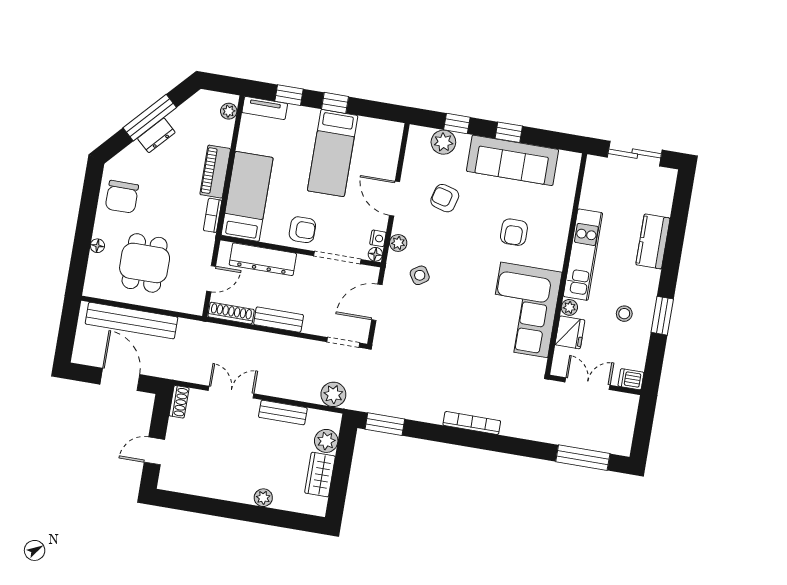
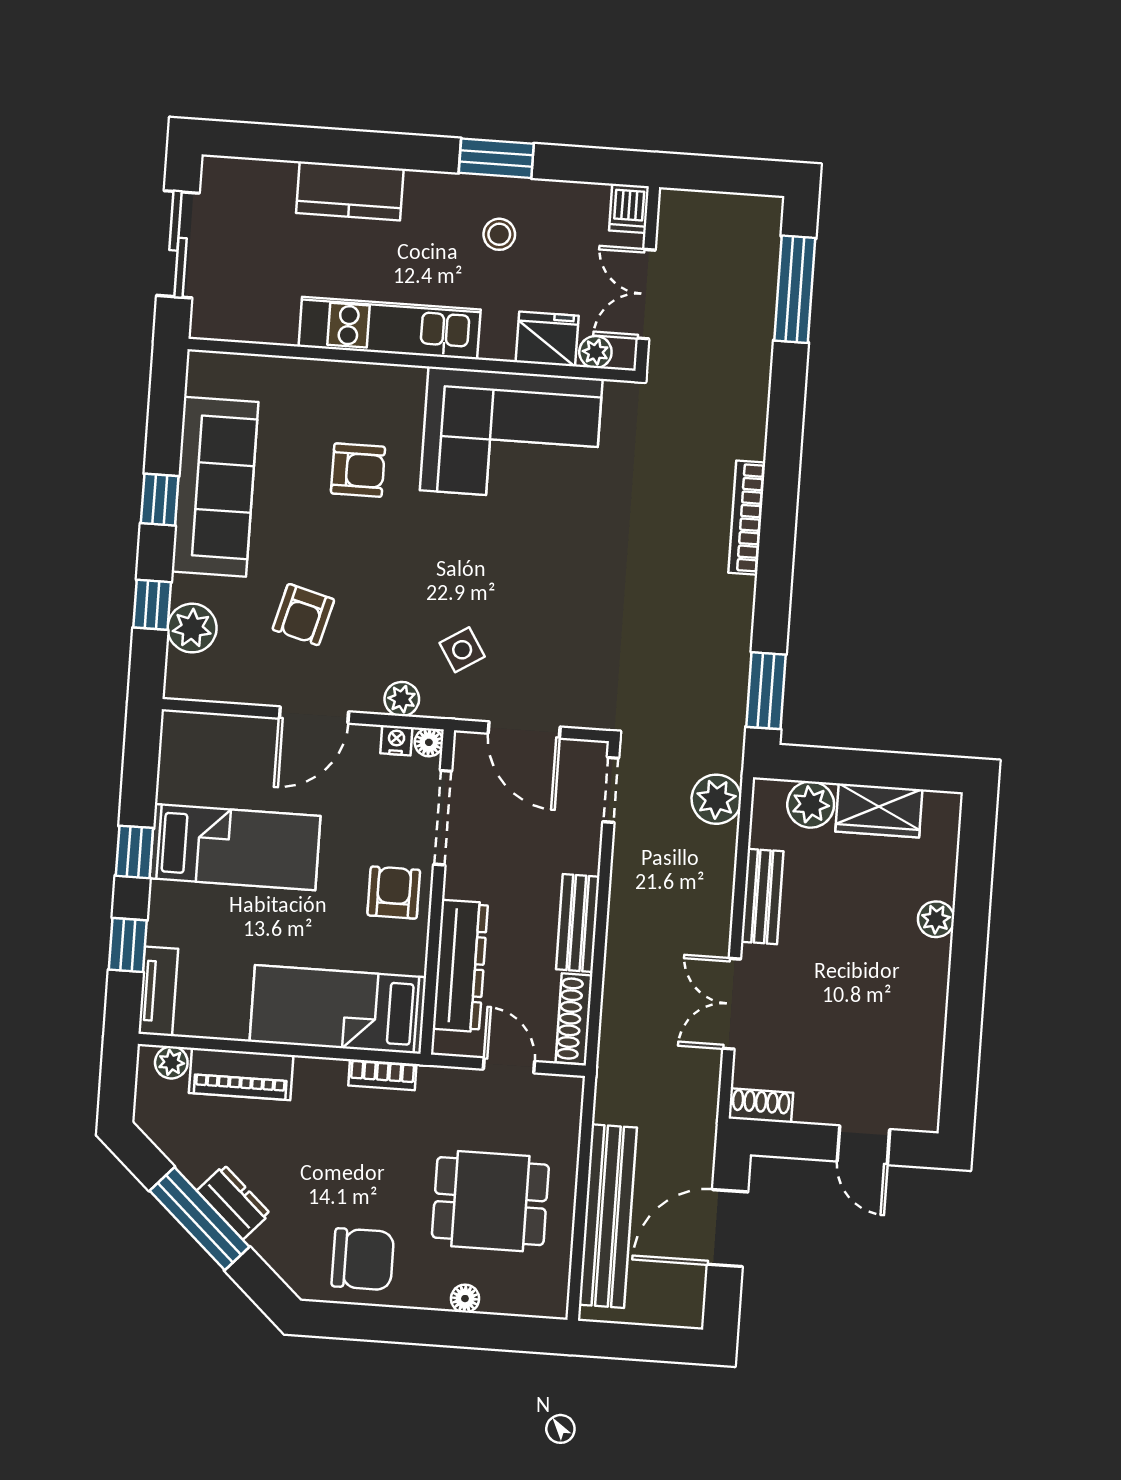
piano: (215, 172) -> (241, 1074), moved
plant: (569, 307) -> (595, 352), moved

